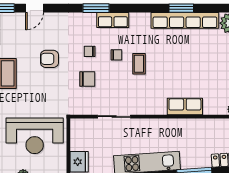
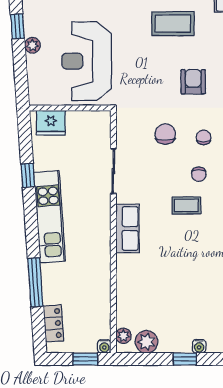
chair: (87, 79) -> (165, 134), turned 180
row of seats: (185, 106) -> (127, 228), moved

